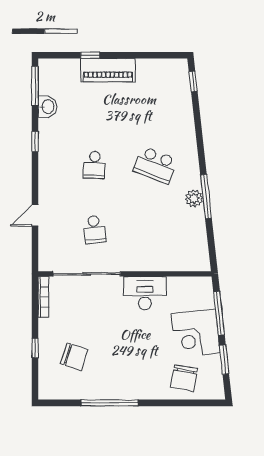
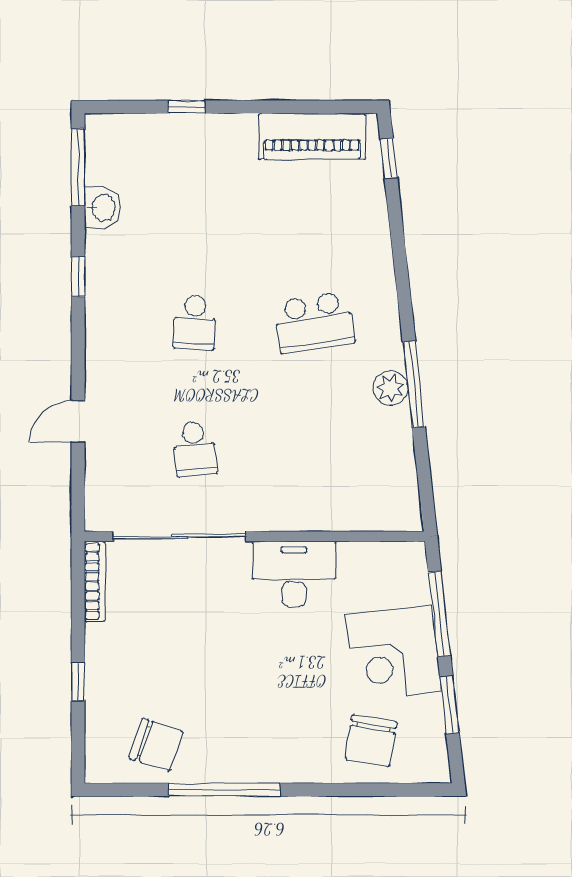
piano: (108, 70) -> (312, 136), moved
school desk: (155, 165) -> (314, 322), turned -30
chair: (74, 357) -> (156, 745), moved

